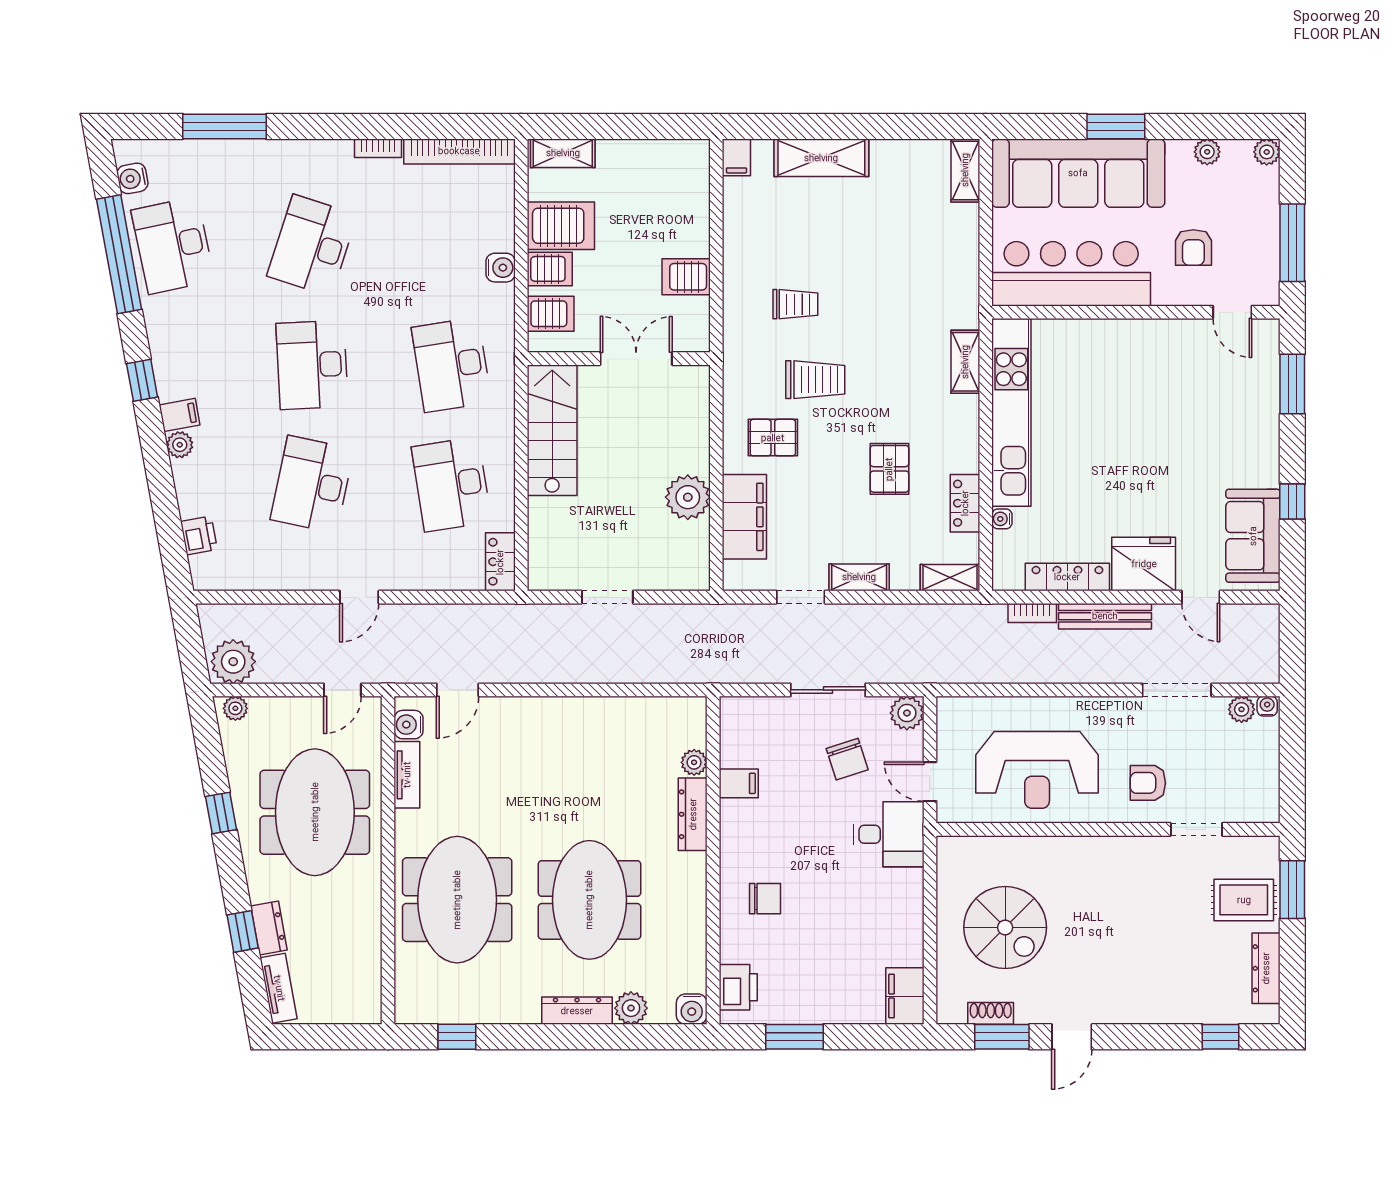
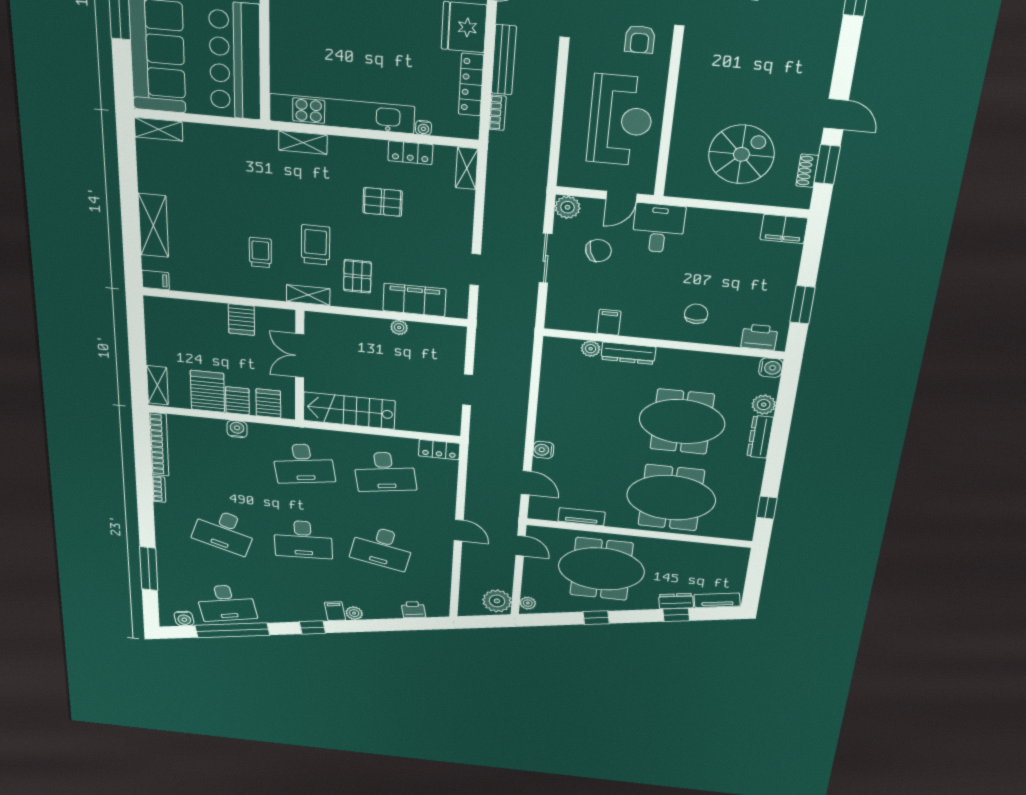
plant: (688, 497) -> (399, 327), width x0.53, depth x0.53
shelving: (859, 577) -> (308, 295), moved, turned 90
water cooler: (409, 725) -> (543, 450), moved, turned 90

